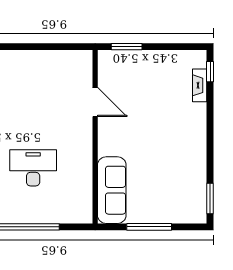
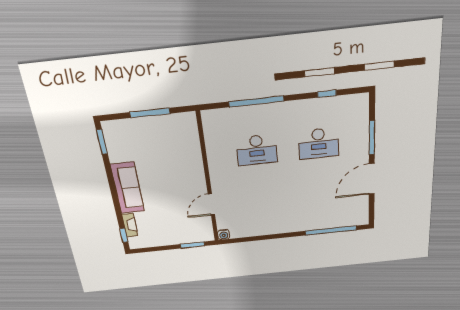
water cooler: (85, 57) -> (224, 235), added
door: (95, 102) -> (212, 204), hinge flipped
sofa: (112, 190) -> (127, 188), moved, turned 180

